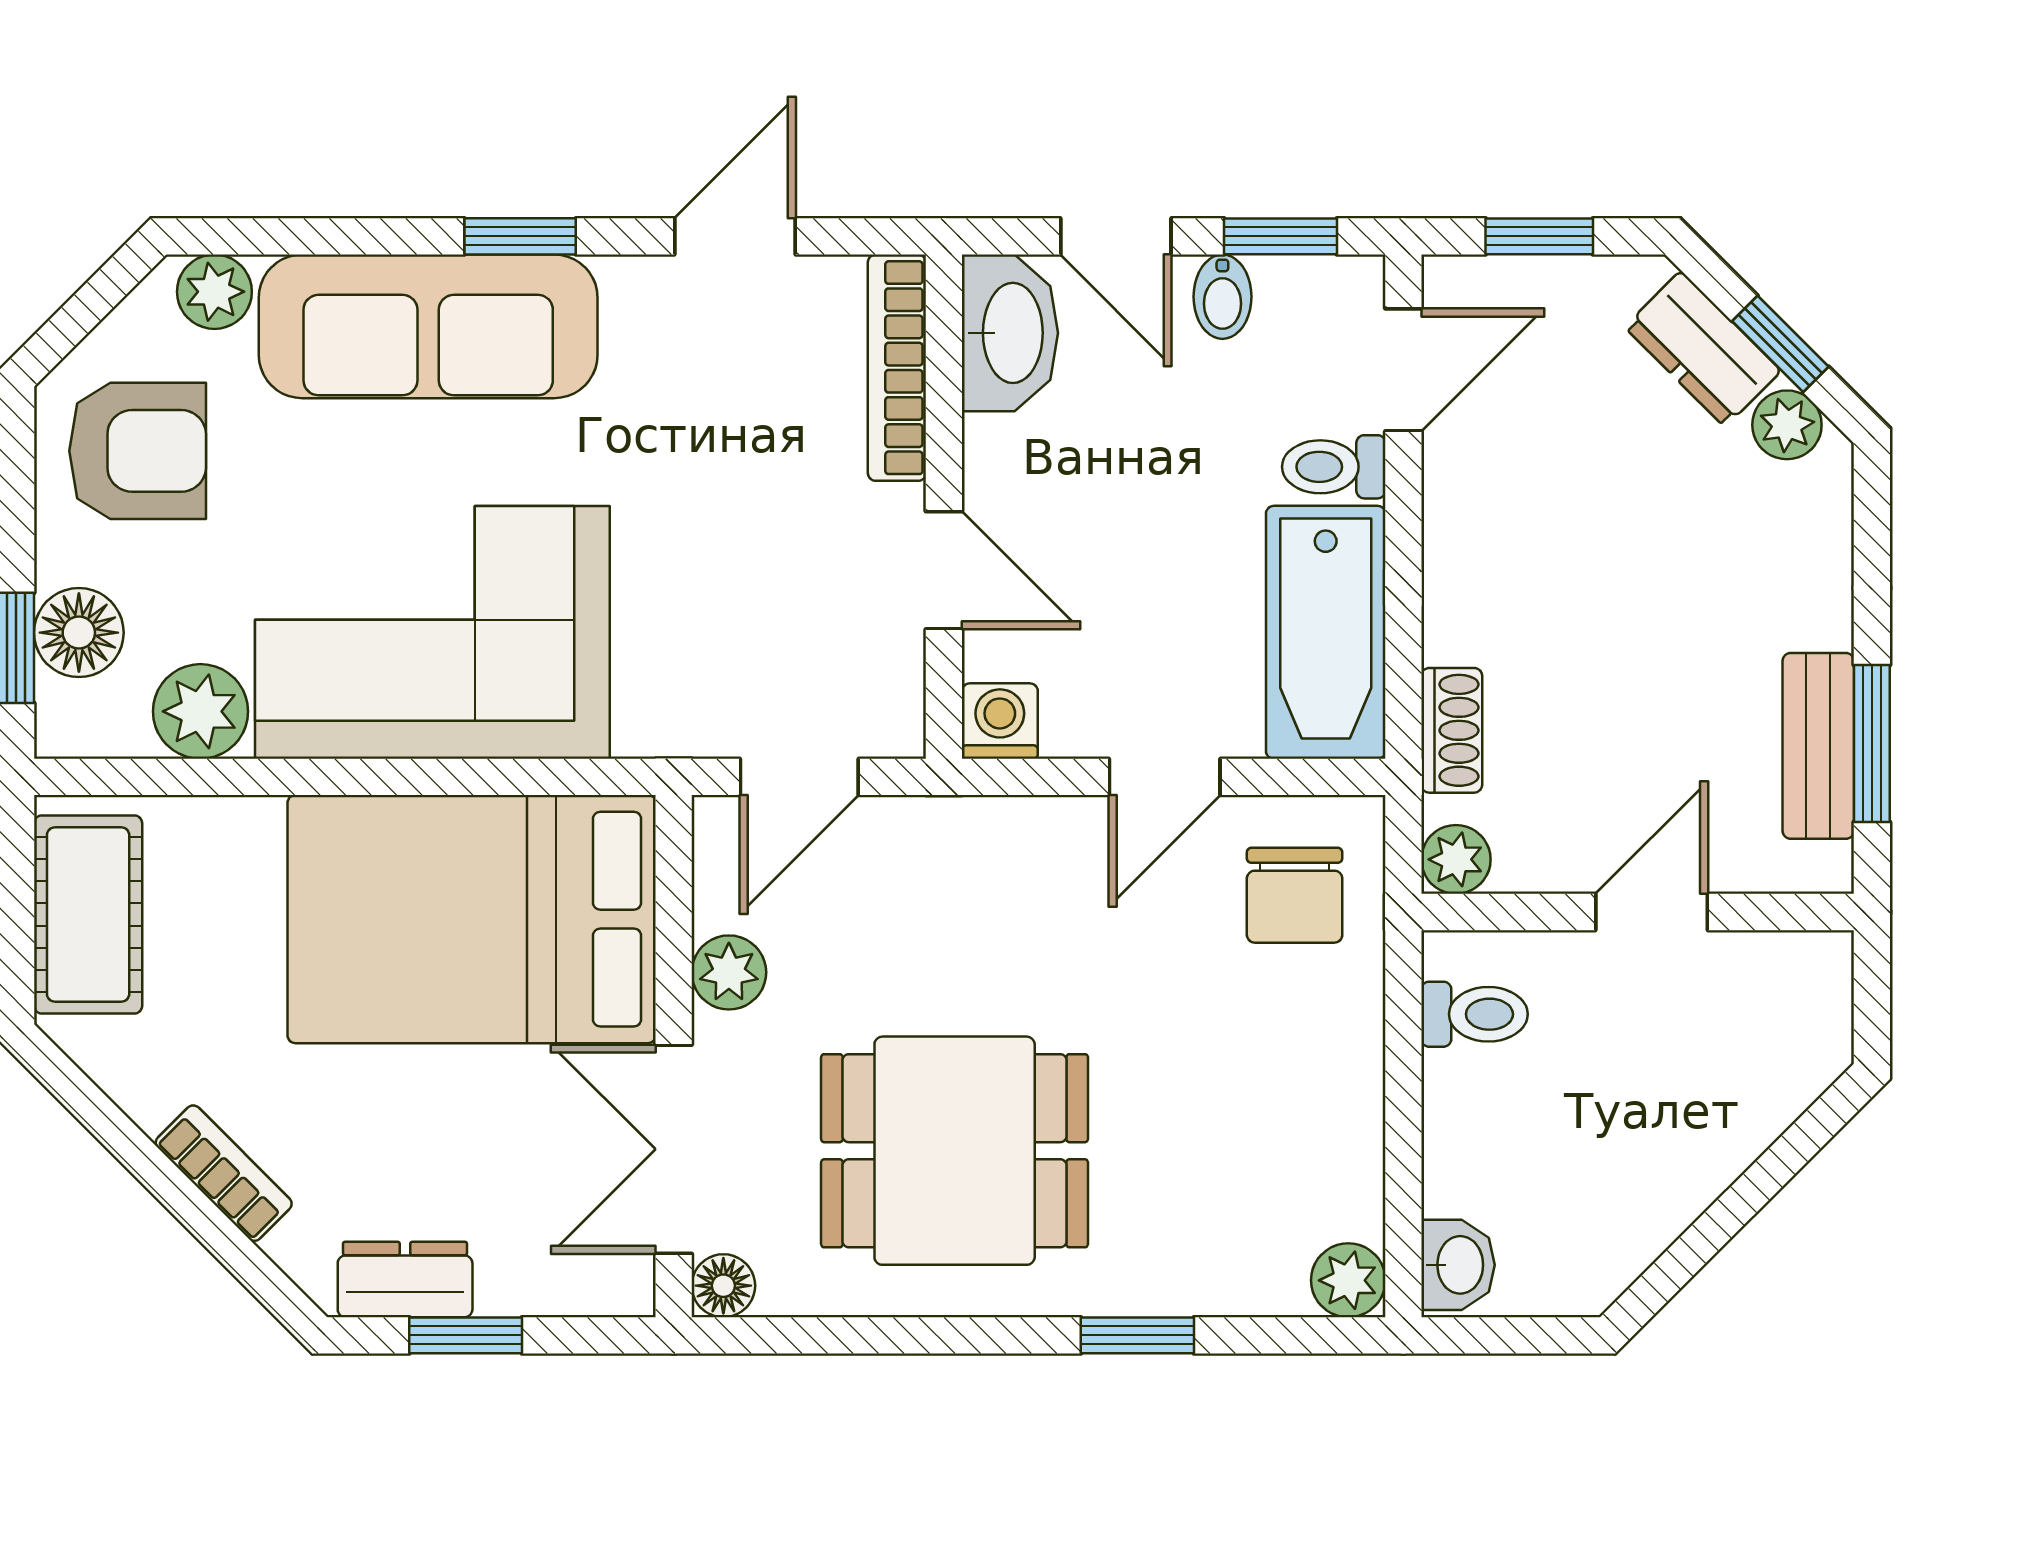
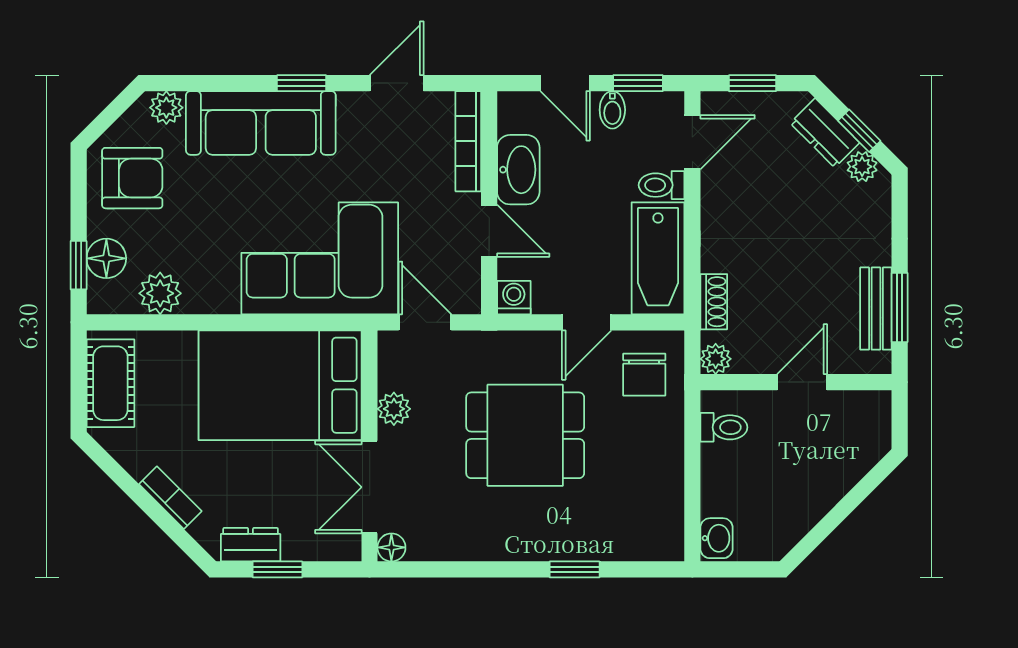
washbasin: (1010, 333) -> (518, 170), moved
corner sofa: (432, 632) -> (320, 258), moved
door: (799, 777) -> (425, 322), swing flipped
dining table: (955, 1151) -> (525, 435), moved
plant: (1348, 1280) -> (668, 545), removed

